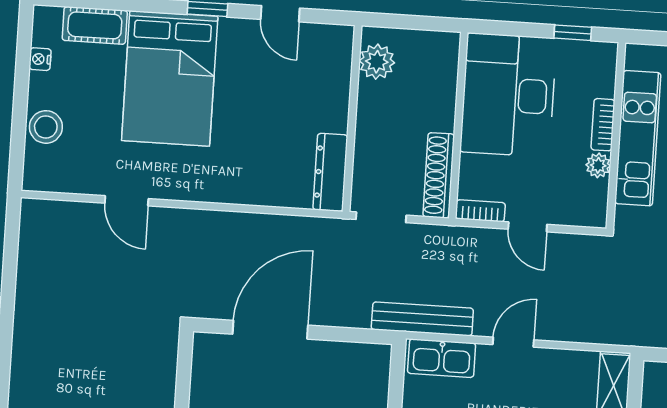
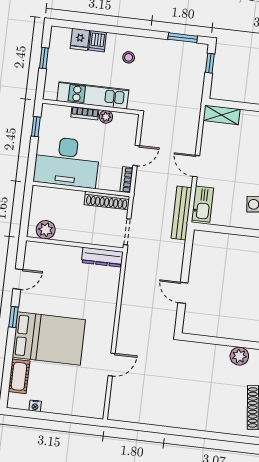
stool: (46, 127) -> (71, 405), removed
door: (270, 330) -> (183, 293), width x0.53

